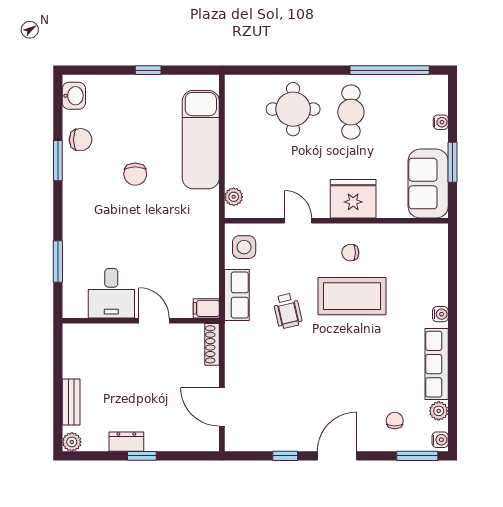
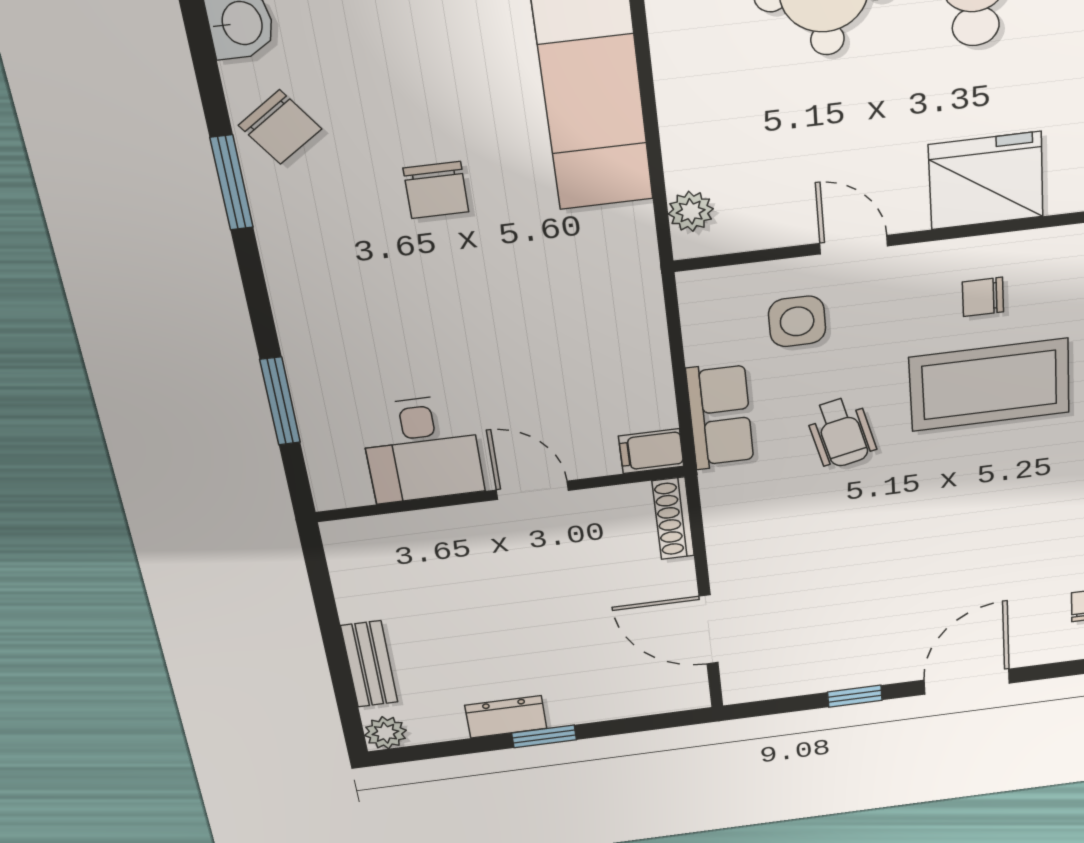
chair: (81, 140) -> (280, 127), turned 55
side table: (244, 247) -> (797, 321), moved

